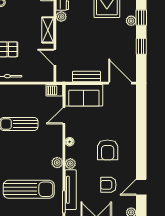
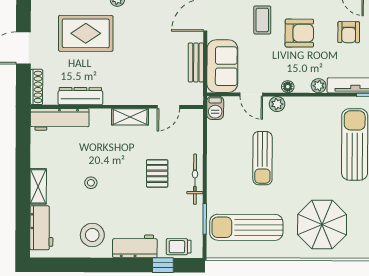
plant: (61, 17) -> (111, 98), removed
coffee table: (117, 123) -> (262, 20), added
plant: (57, 163) -> (277, 104), moved

